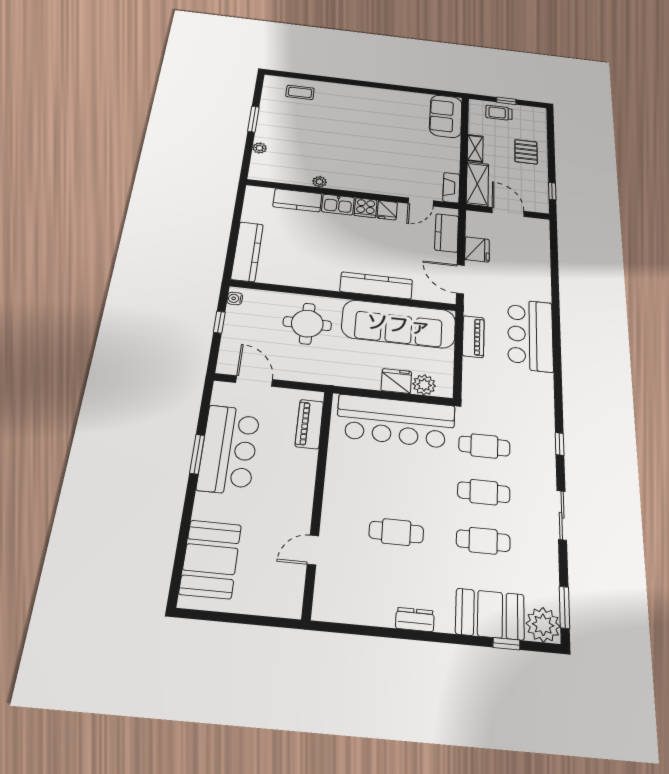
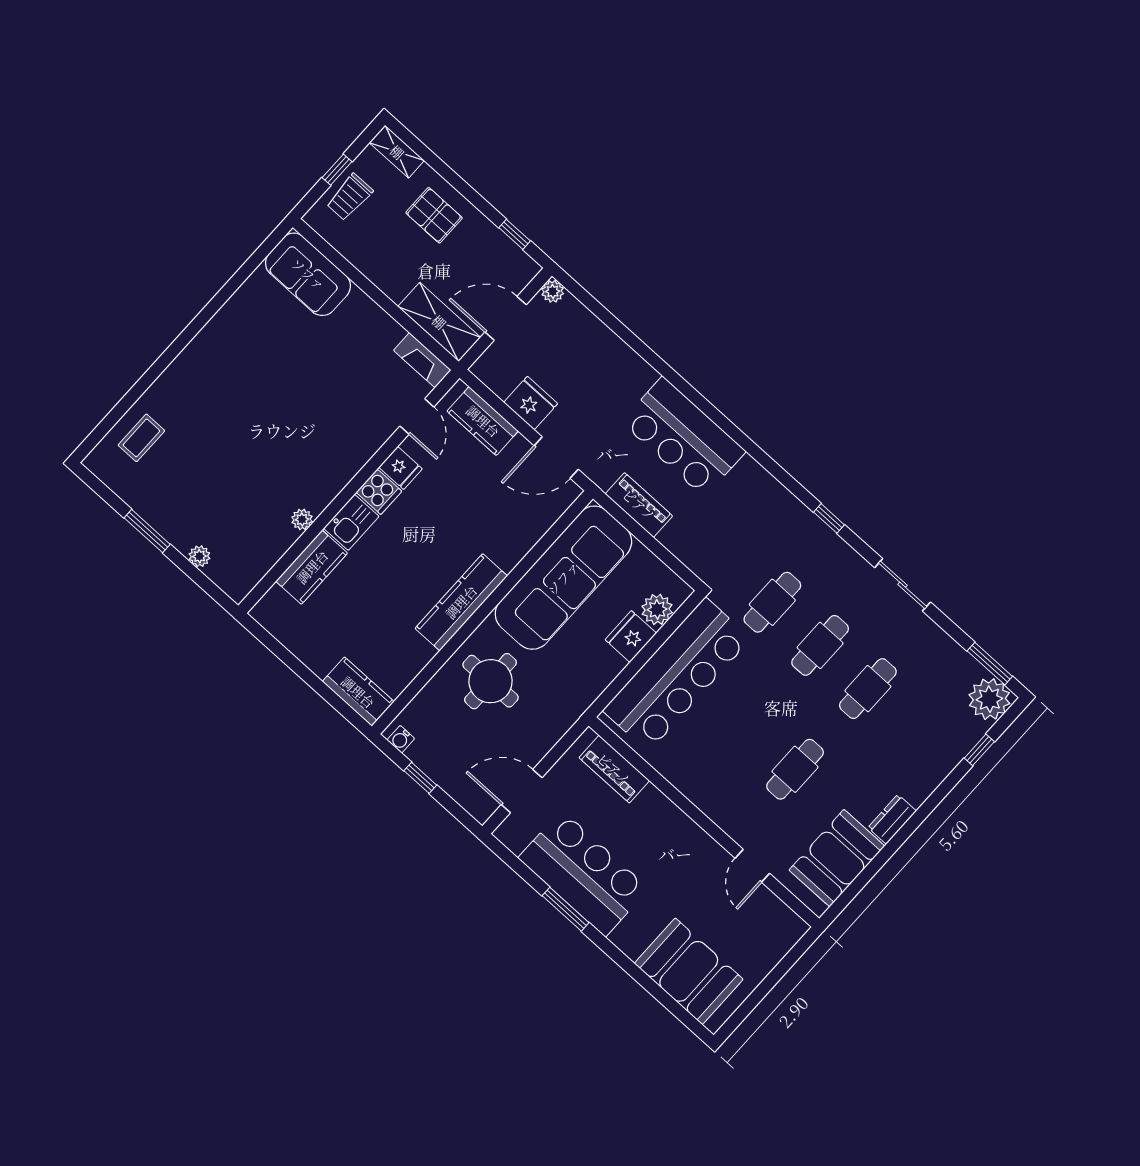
shelving: (475, 148) -> (397, 152), moved
plant: (542, 225) -> (553, 291), added
kitchen counter: (247, 252) -> (358, 692), width x0.67
kitchen counter: (376, 286) -> (461, 602), moved
booth: (490, 614) -> (837, 858), moved

